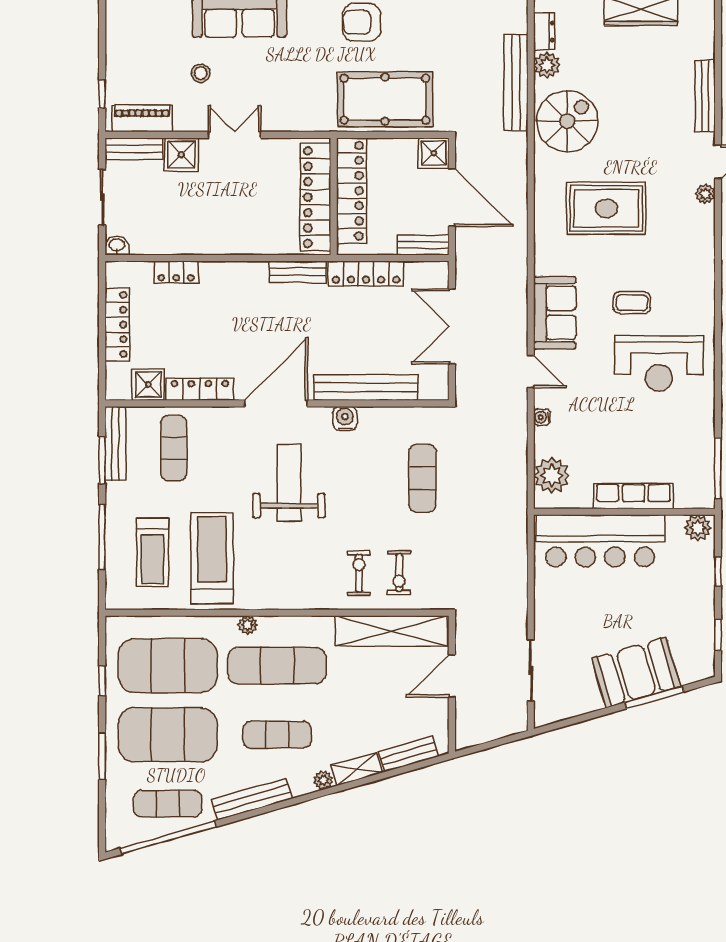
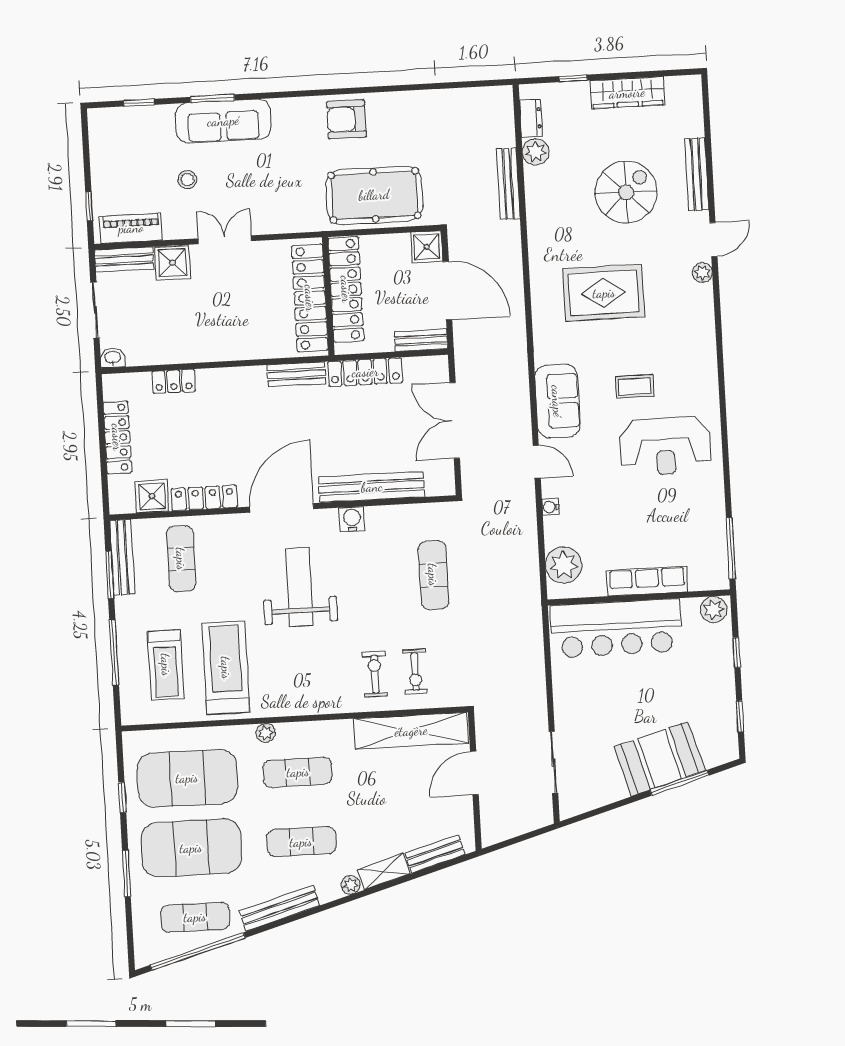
bench: (516, 82) -> (508, 184), width x0.73, depth x0.82
spiral stairs: (567, 121) -> (626, 192), moved
exercise mat: (277, 666) -> (298, 772), width x0.73, depth x0.69

